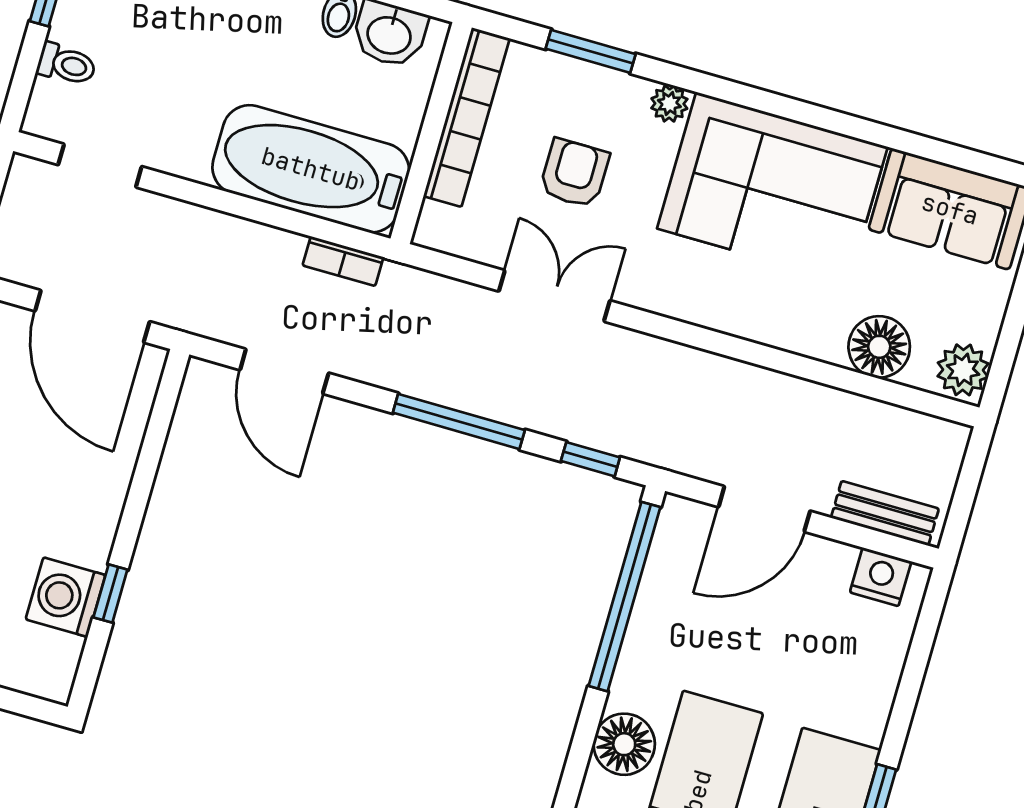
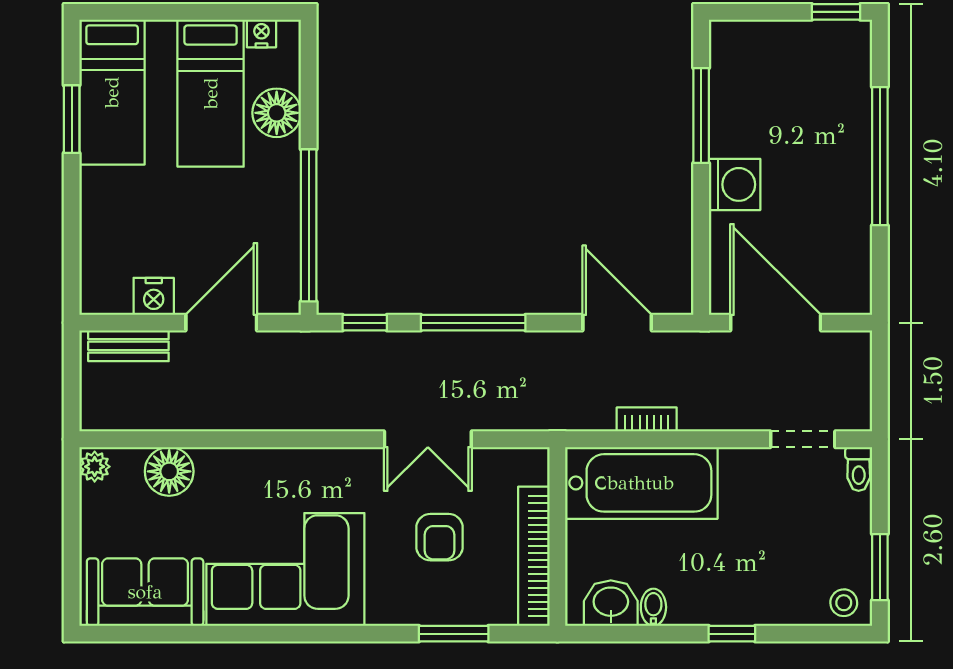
toilet: (67, 64) -> (859, 469), moved, turned -90
plant: (669, 104) -> (382, 611), removed
bookcase: (343, 261) -> (647, 419), moved
plant: (963, 370) -> (95, 467), width x0.73, depth x0.73
nightstand: (881, 577) -> (154, 296), moved
window: (110, 594) -> (701, 115), width x2.17
washing machine: (66, 597) -> (735, 184), moved

